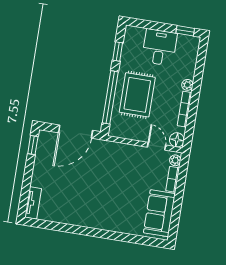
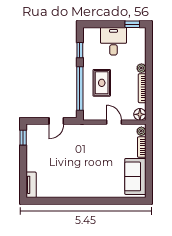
rug: (137, 95) -> (102, 83), width x0.73, depth x0.70
door: (76, 132) -> (56, 121), width x0.53
door: (157, 146) -> (114, 122), moved

